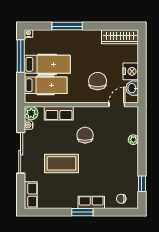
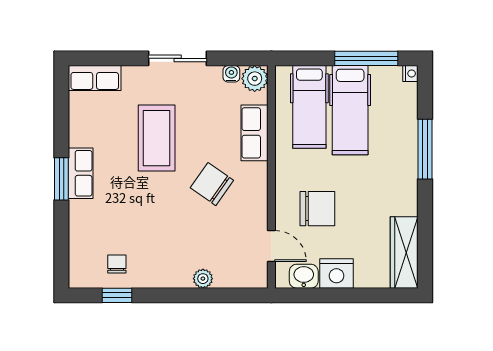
chair: (85, 135) -> (212, 184), turned -145
sliding door: (21, 153) -> (178, 58), width x0.73
chair: (121, 199) -> (117, 264), moved
row of seats: (91, 202) -> (81, 173), moved

